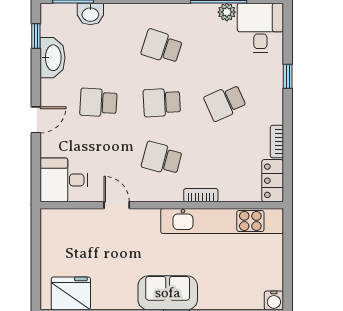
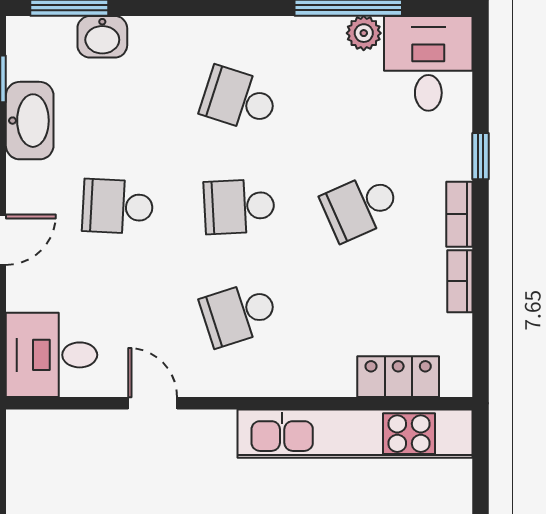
school desk: (162, 158) -> (239, 314), turned -33
locker: (273, 181) -> (398, 377), moved, turned 90
bookcase: (201, 195) -> (459, 214), moved, turned -90

